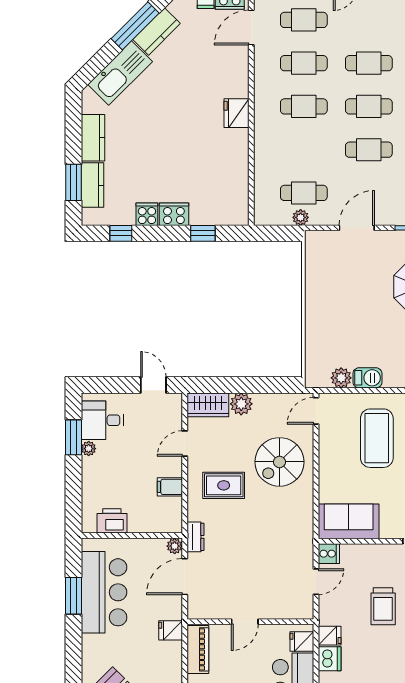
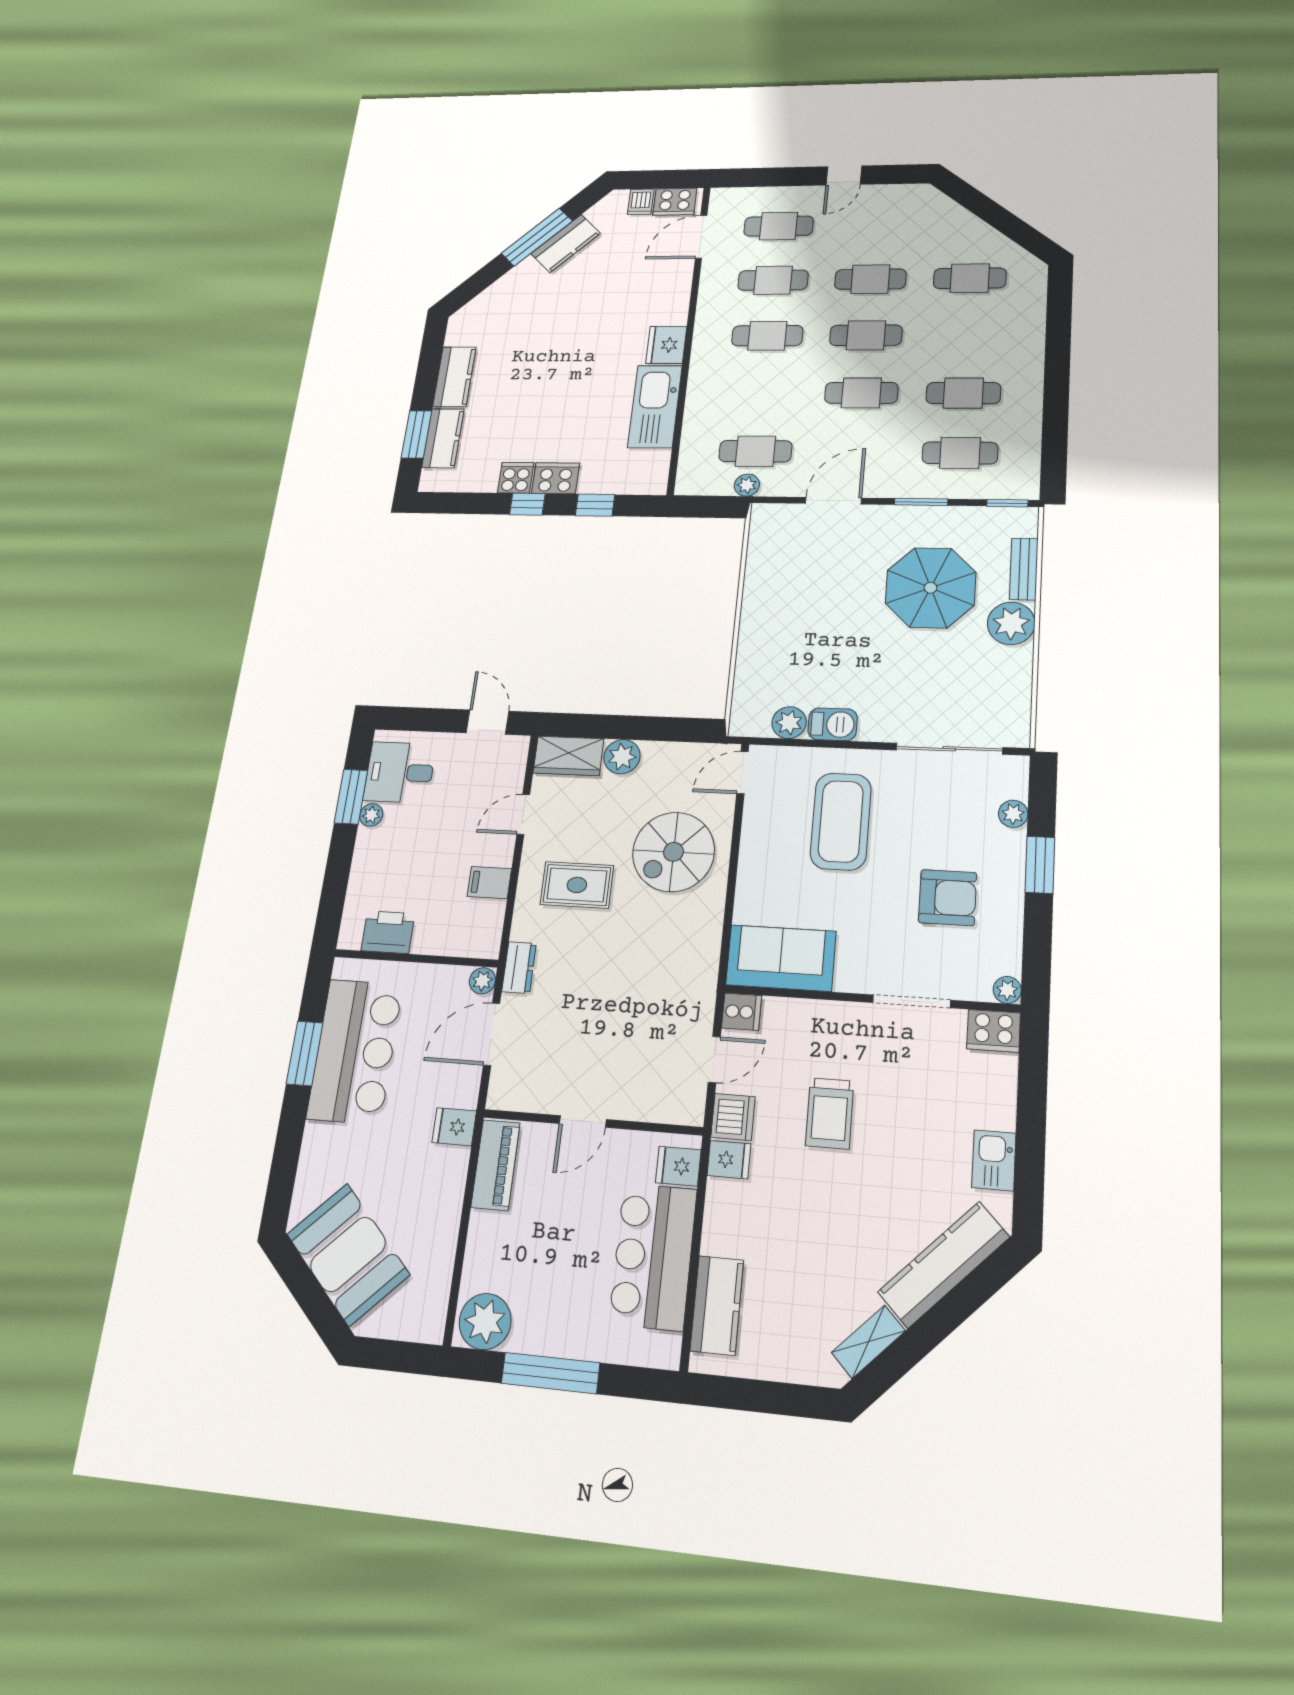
kitchen sink: (120, 73) -> (655, 406), moved, turned 135
window: (121, 233) -> (527, 504), moved
dishwasher: (330, 659) -> (733, 1117), moved

